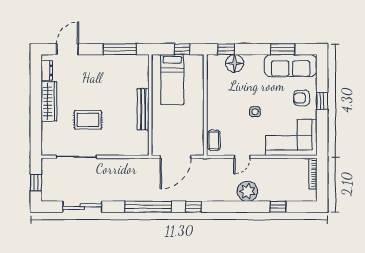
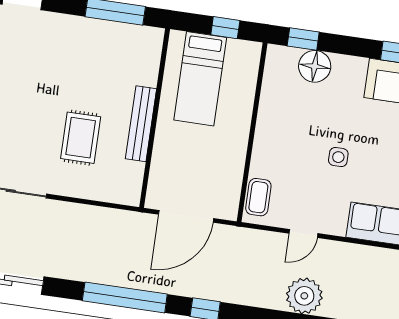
rug: (88, 120) -> (81, 138), moved, turned 90

